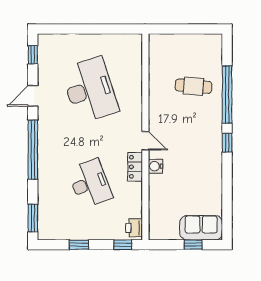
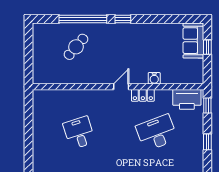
cafe table: (194, 86) -> (76, 47), turned 36
desk: (90, 90) -> (79, 133), width x0.53, depth x0.77
water cooler: (156, 166) -> (154, 78), moved
printer: (134, 228) -> (187, 99), width x1.87, depth x1.48

